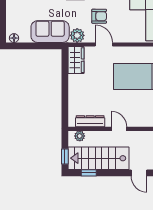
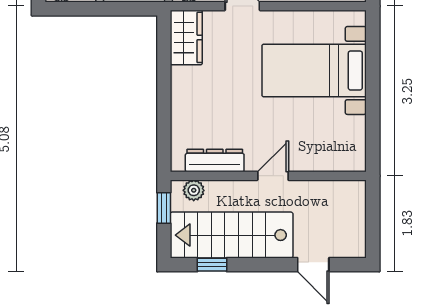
door: (119, 129) -> (273, 176), hinge flipped
window: (65, 157) -> (164, 208), moved

